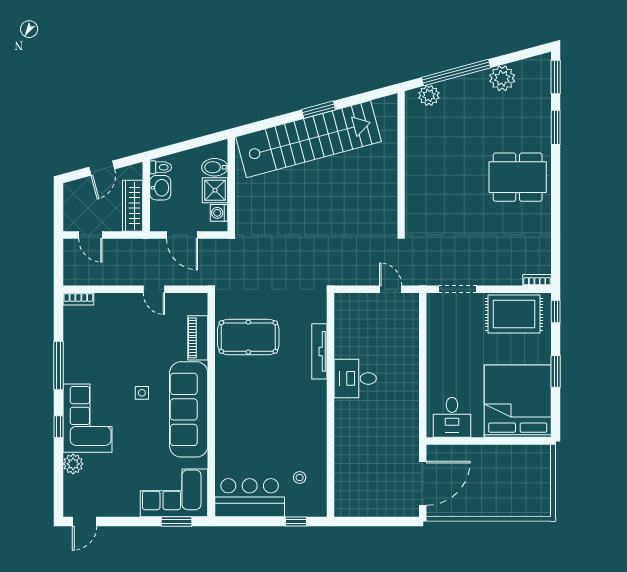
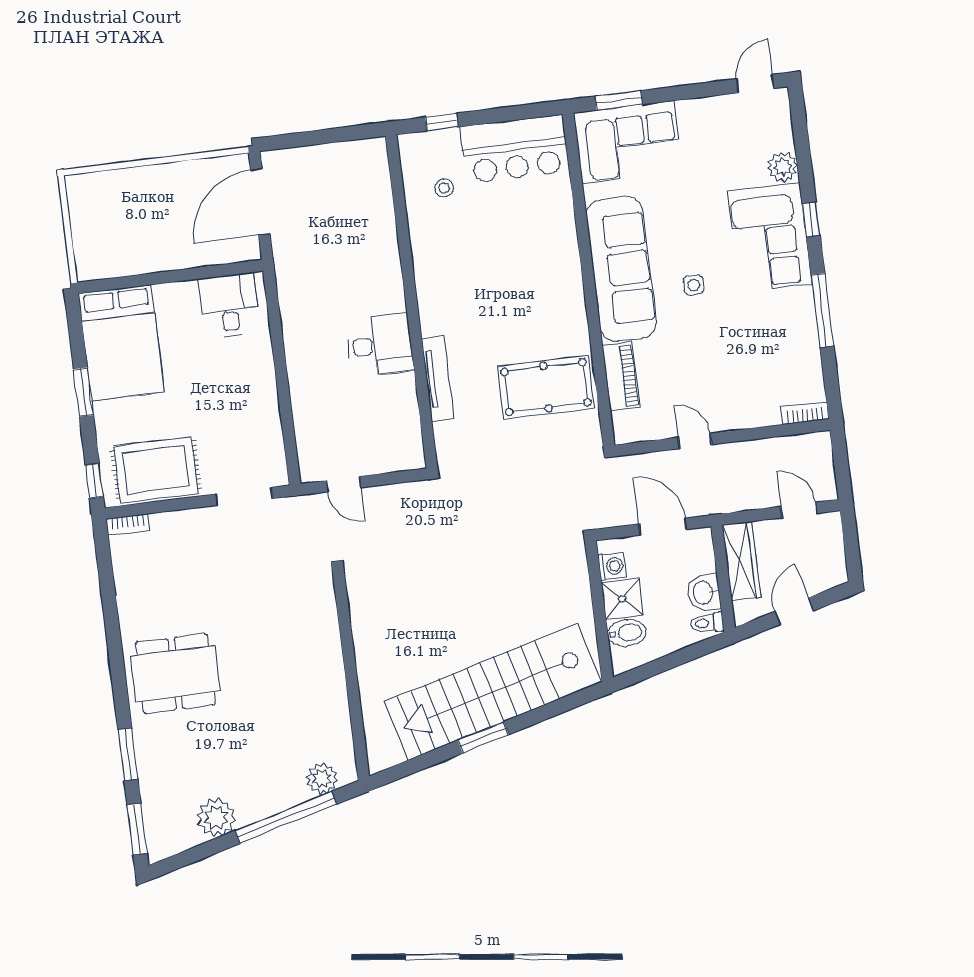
bed: (518, 401) -> (121, 343), width x0.73

